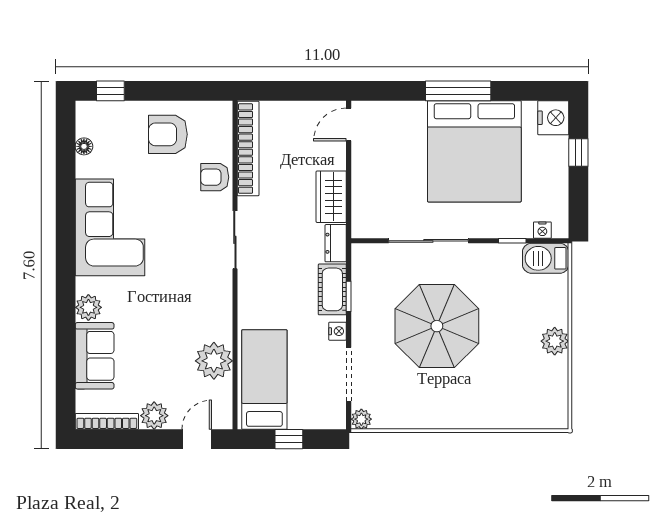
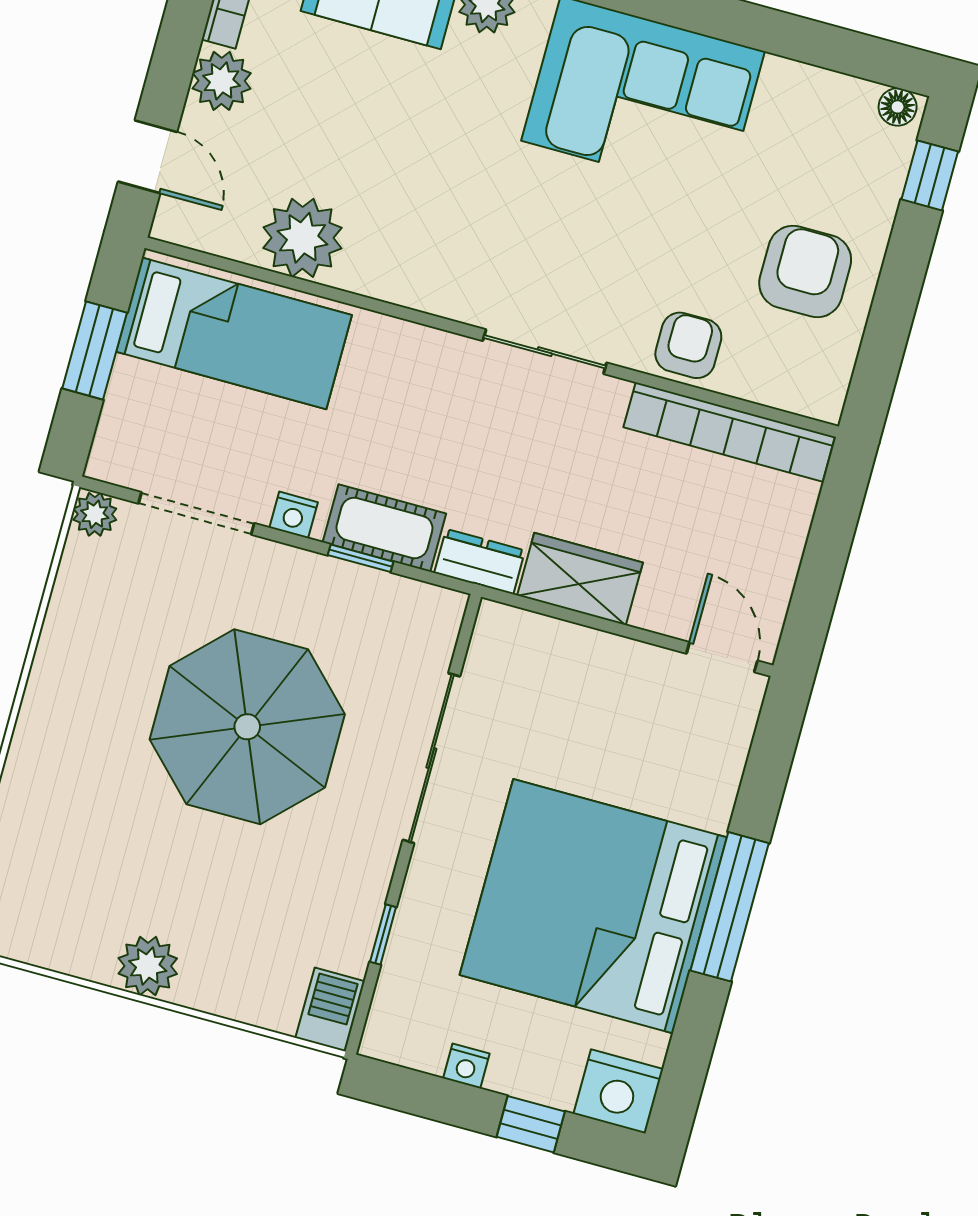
floor lamp: (84, 146) -> (898, 107), moved
nightstand: (542, 230) -> (466, 1066), moved, turned -90
barbecue: (546, 258) -> (330, 1010), width x0.73, depth x0.79
window: (289, 439) -> (95, 350), width x1.50

